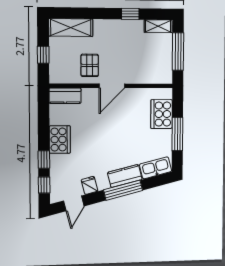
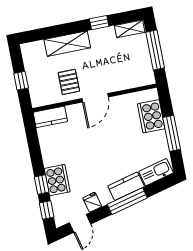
shelving: (71, 28) -> (67, 44), moved
cooker: (60, 140) -> (57, 180), moved

